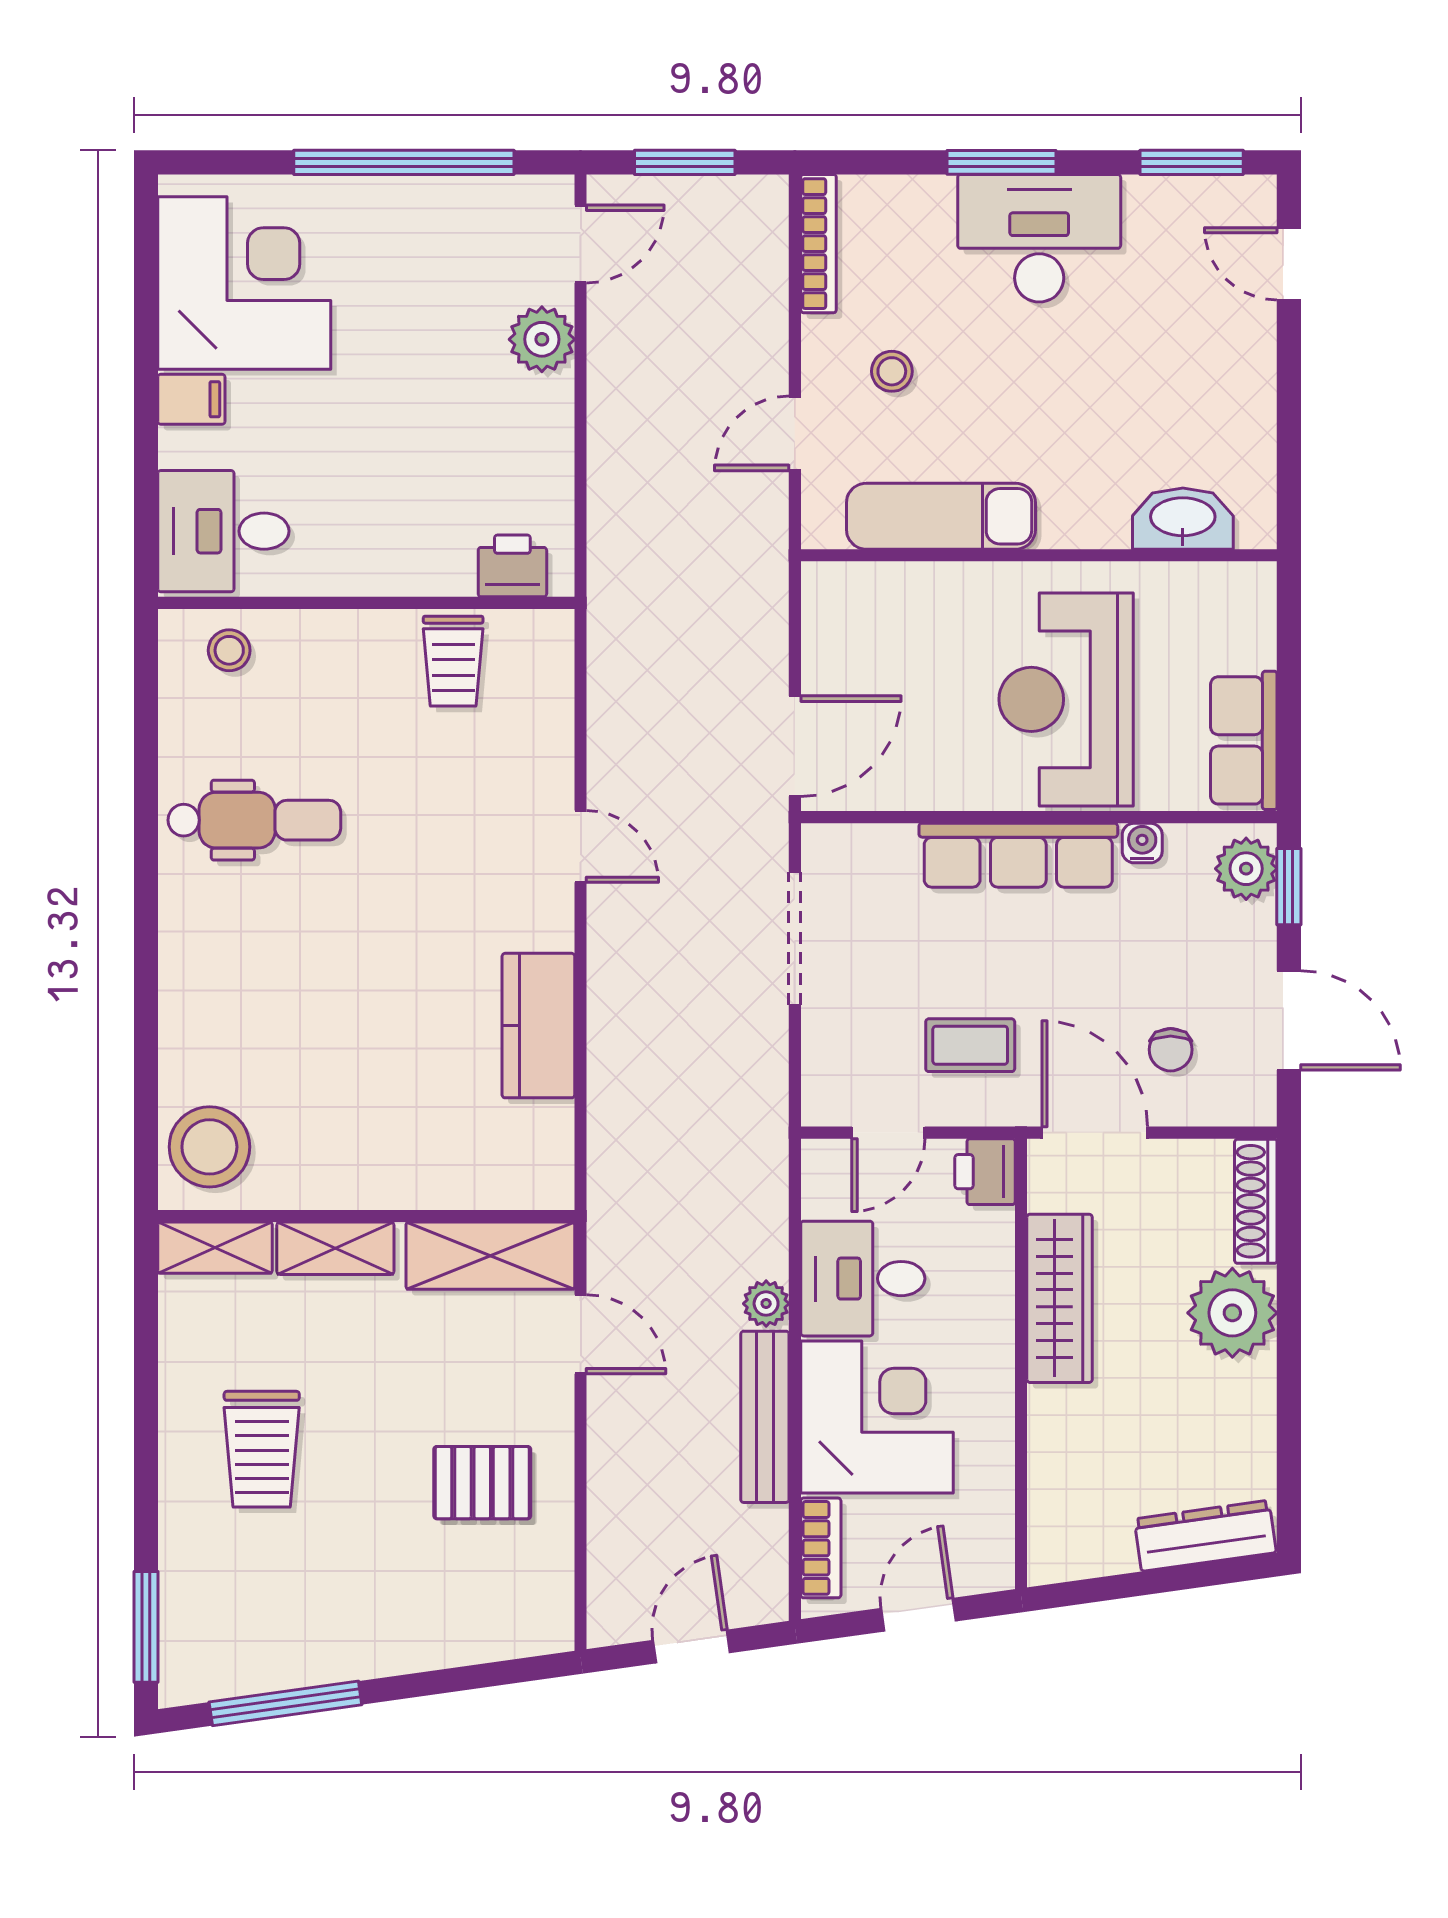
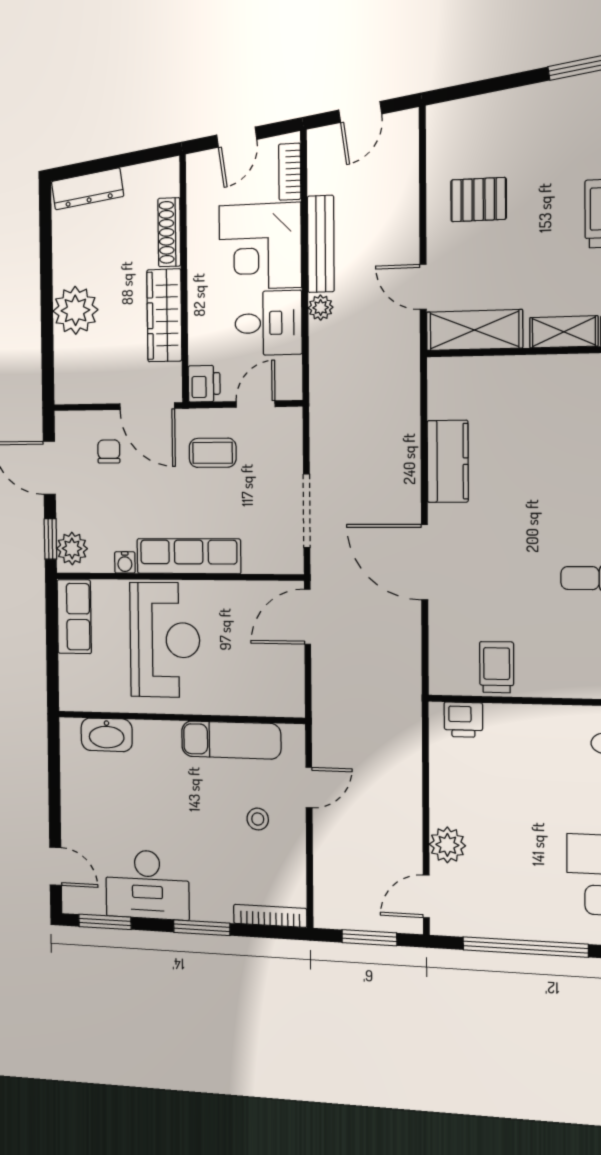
desk: (1039, 238) -> (147, 885), moved
bookcase: (819, 244) -> (270, 916), moved, turned 90
door: (581, 846) -> (425, 562), width x1.88
shoe rack: (1256, 1201) -> (169, 232), moved, turned 180

